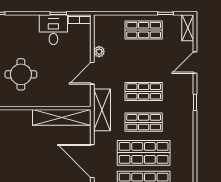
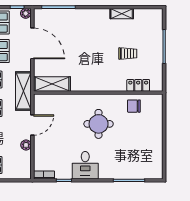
desk: (53, 30) -> (85, 165), moved
shelving: (62, 117) -> (52, 84), width x0.68

